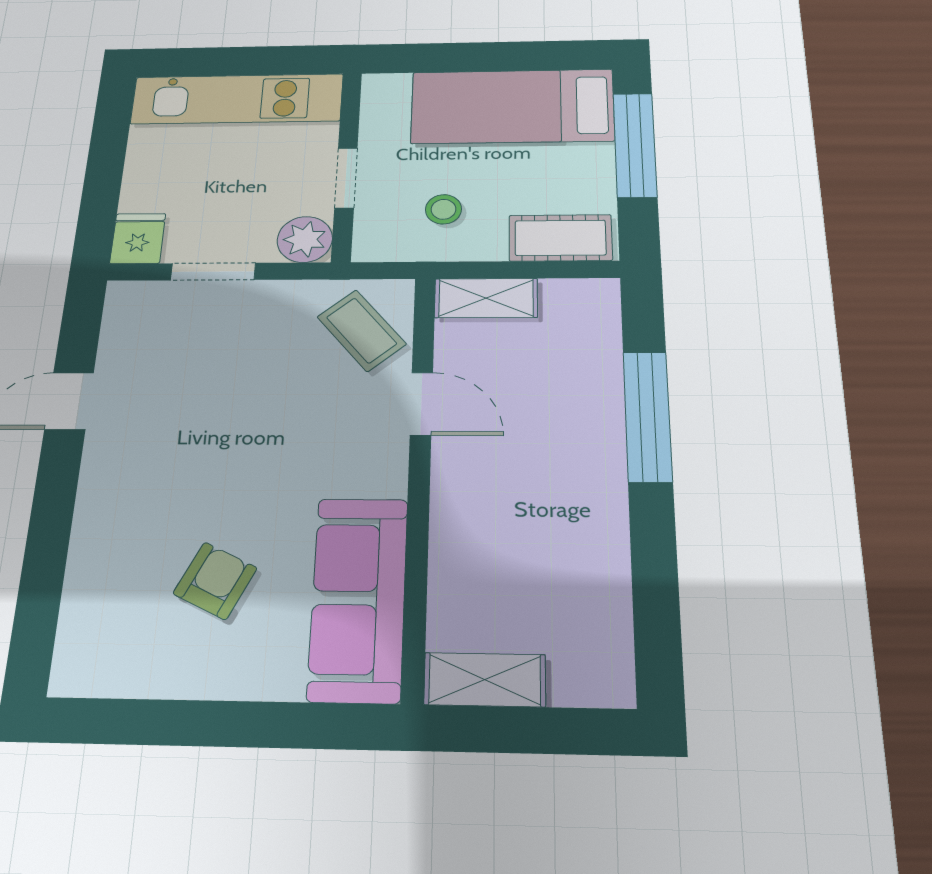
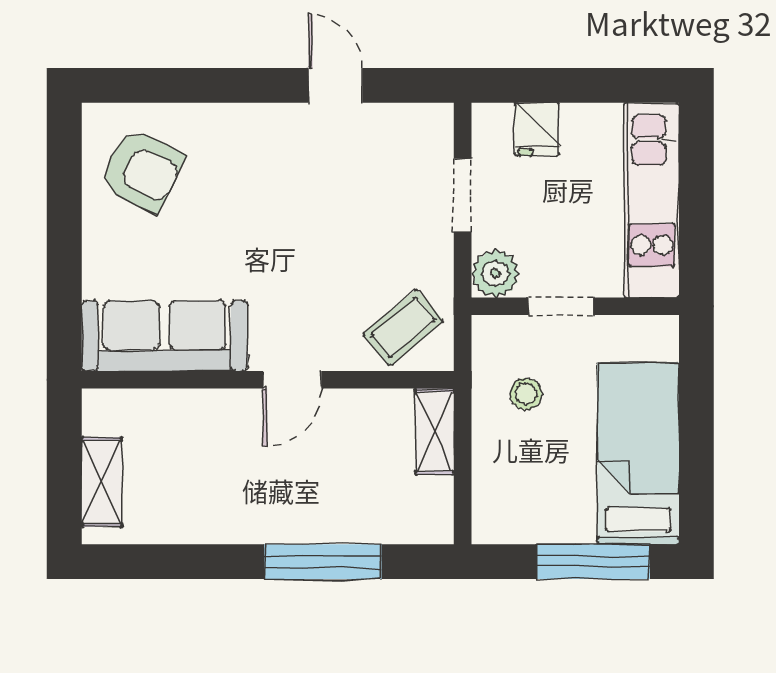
cot: (560, 238) -> (495, 495), removed
fridge: (138, 239) -> (537, 129), moved, turned 90
door: (421, 404) -> (292, 380), moved
armchair: (215, 581) -> (142, 170), moved, width x1.38, depth x1.38
shelving: (485, 680) -> (102, 482), moved

